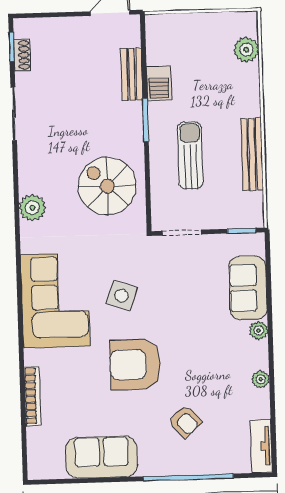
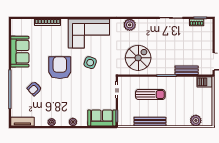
barbecue: (159, 83) -> (205, 82), moved
sofa: (248, 288) -> (102, 118), moved

